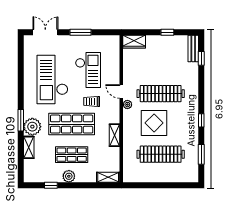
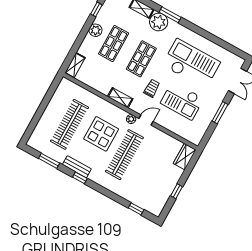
bench: (193, 48) -> (77, 167), moved
shop shelf: (72, 124) -> (141, 59), width x0.70, depth x0.74
shelving: (114, 135) -> (120, 98), moved

